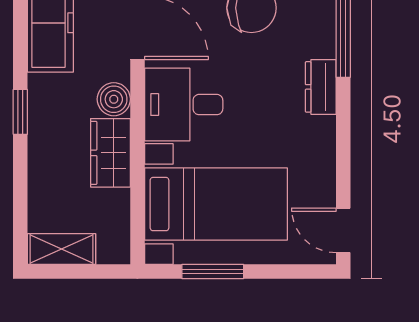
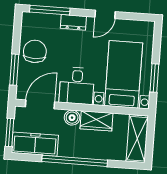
window: (20, 112) -> (75, 161), width x3.17
door: (343, 230) -> (105, 14), moved
shelving: (61, 249) -> (137, 139), width x1.50, depth x1.33

